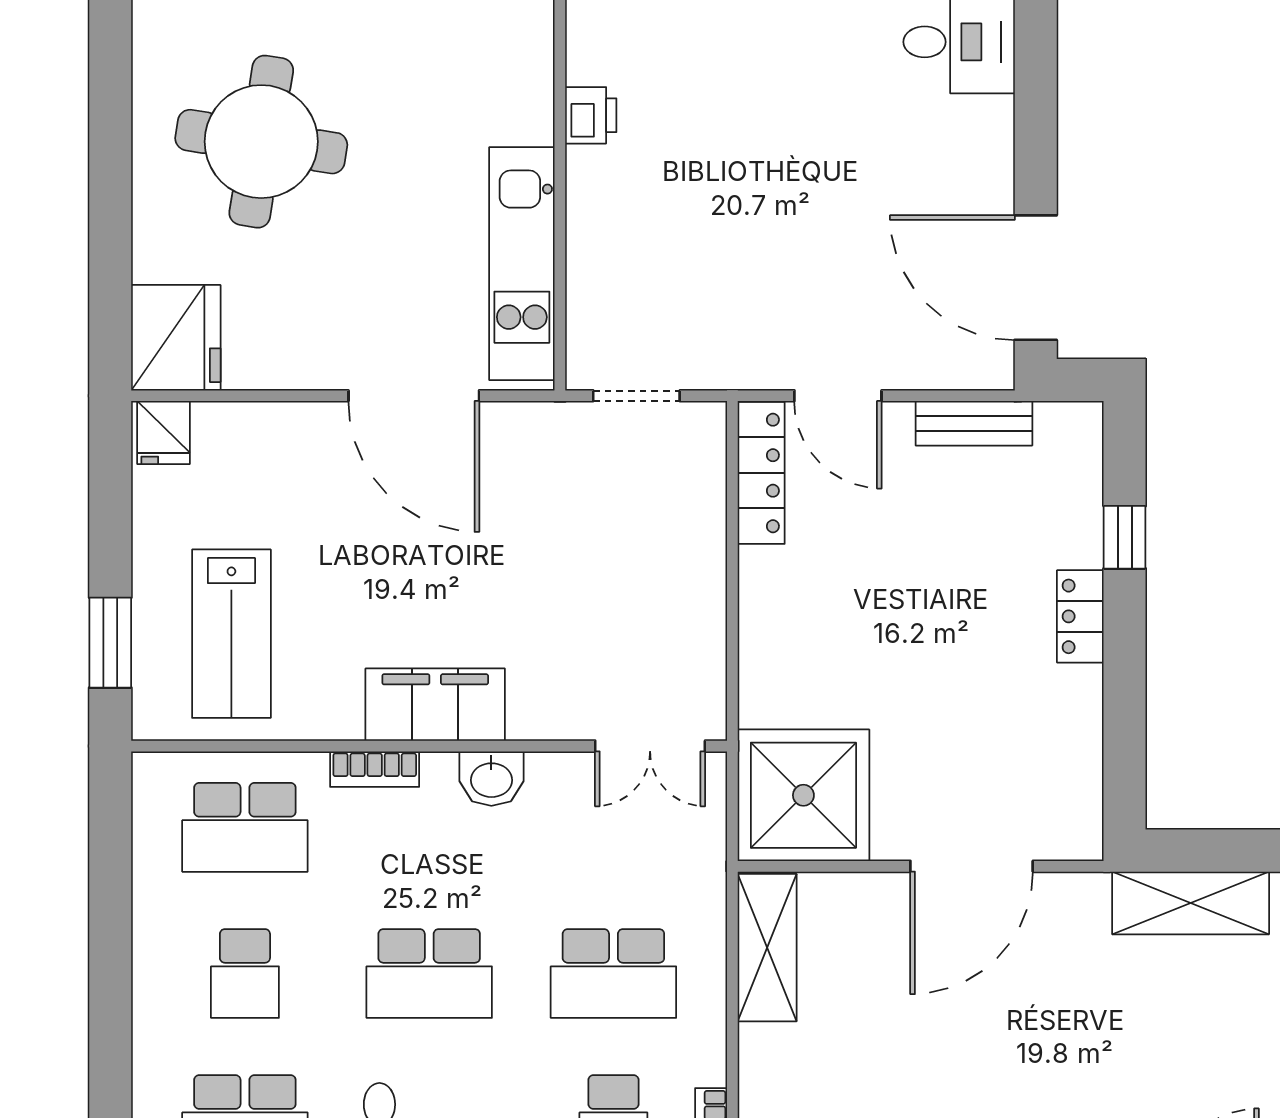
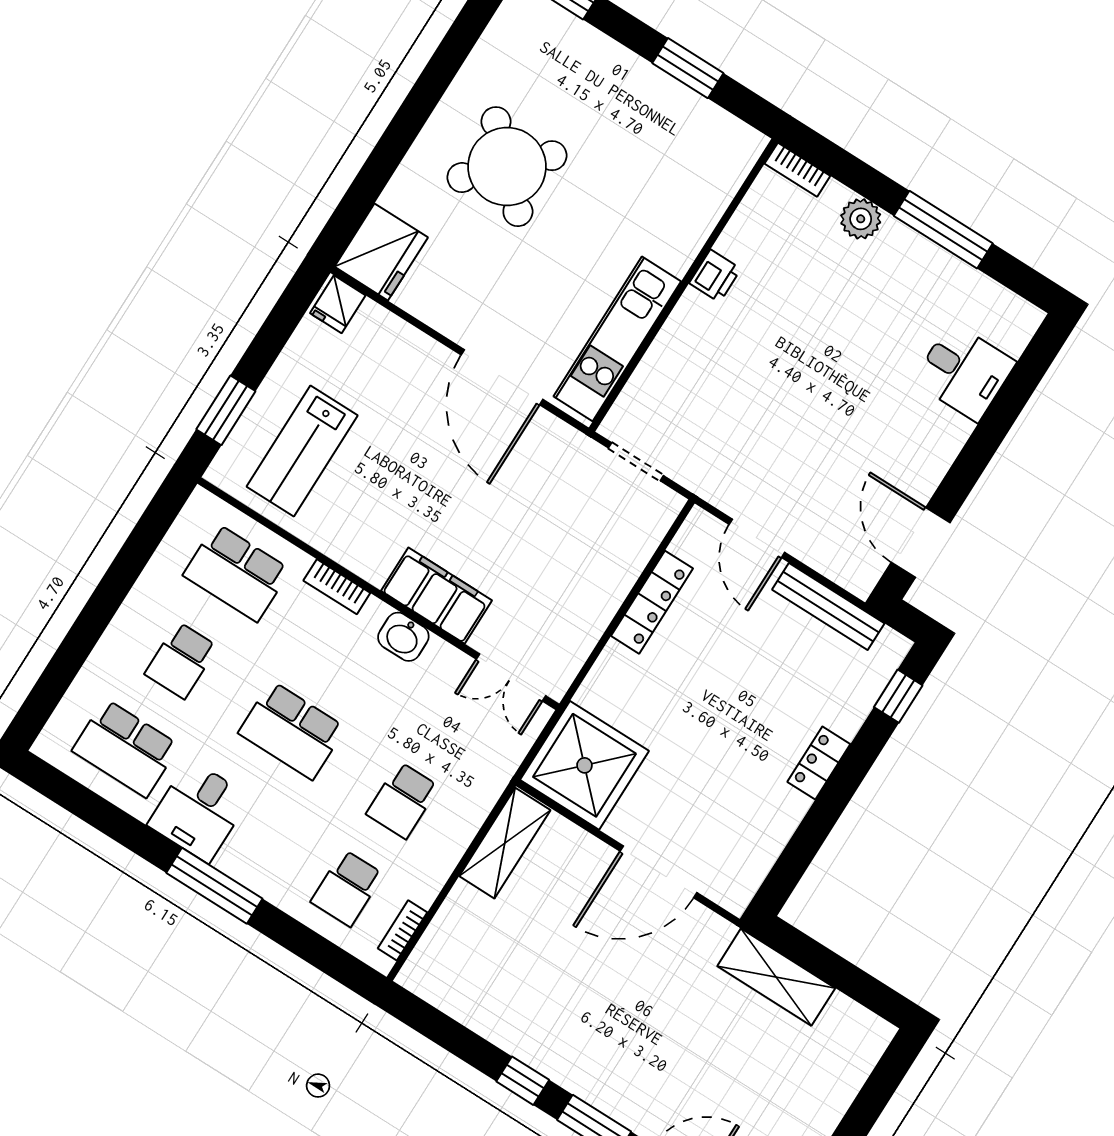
round table: (261, 142) -> (507, 167), turned 35
door: (1036, 278) -> (921, 543), width x0.73
bench: (974, 423) -> (828, 607), width x1.36
locker: (761, 473) -> (652, 602), moved
window: (1125, 537) -> (898, 696), moved
filing cabinet: (435, 705) -> (436, 596), moved
school desk: (613, 973) -> (403, 800), width x0.54

